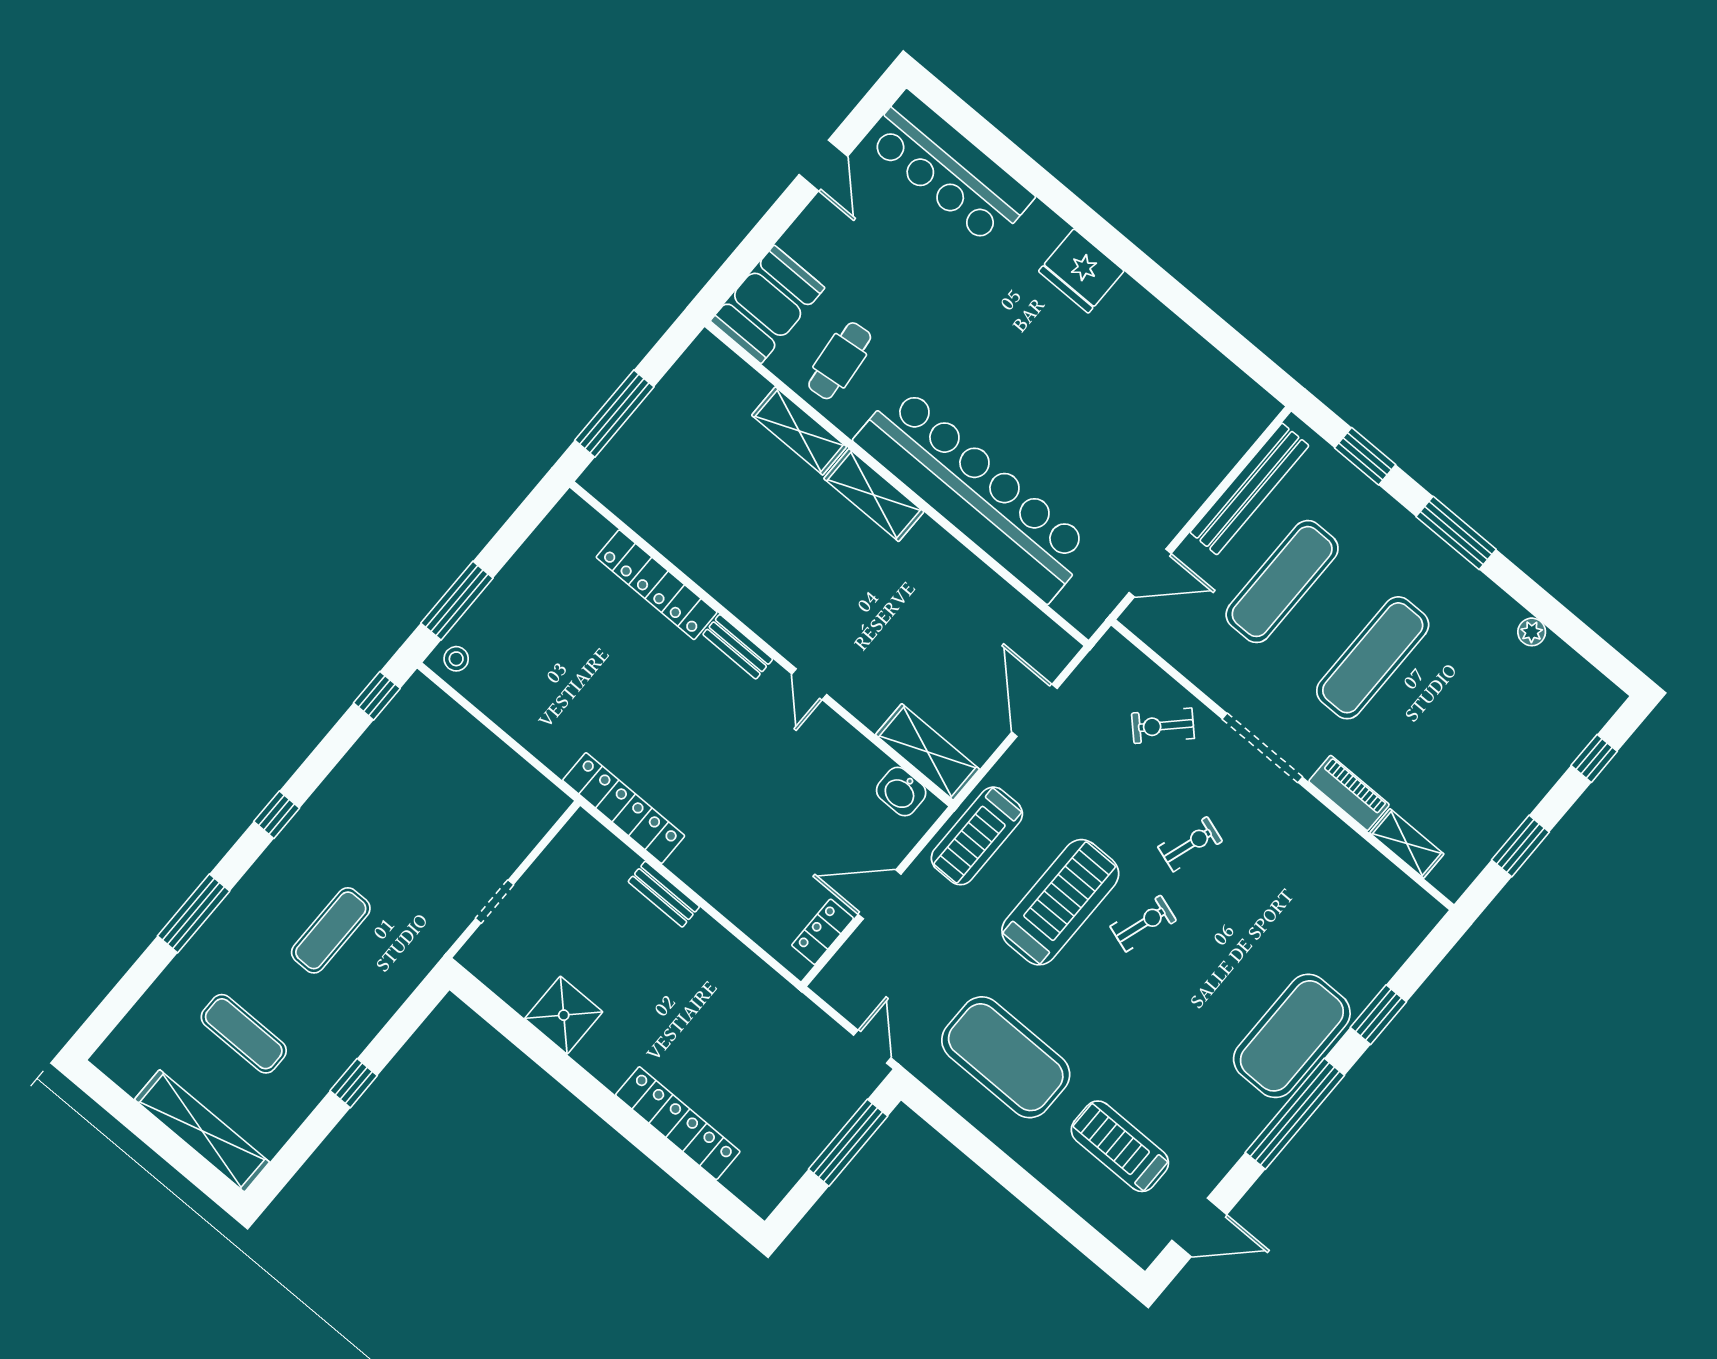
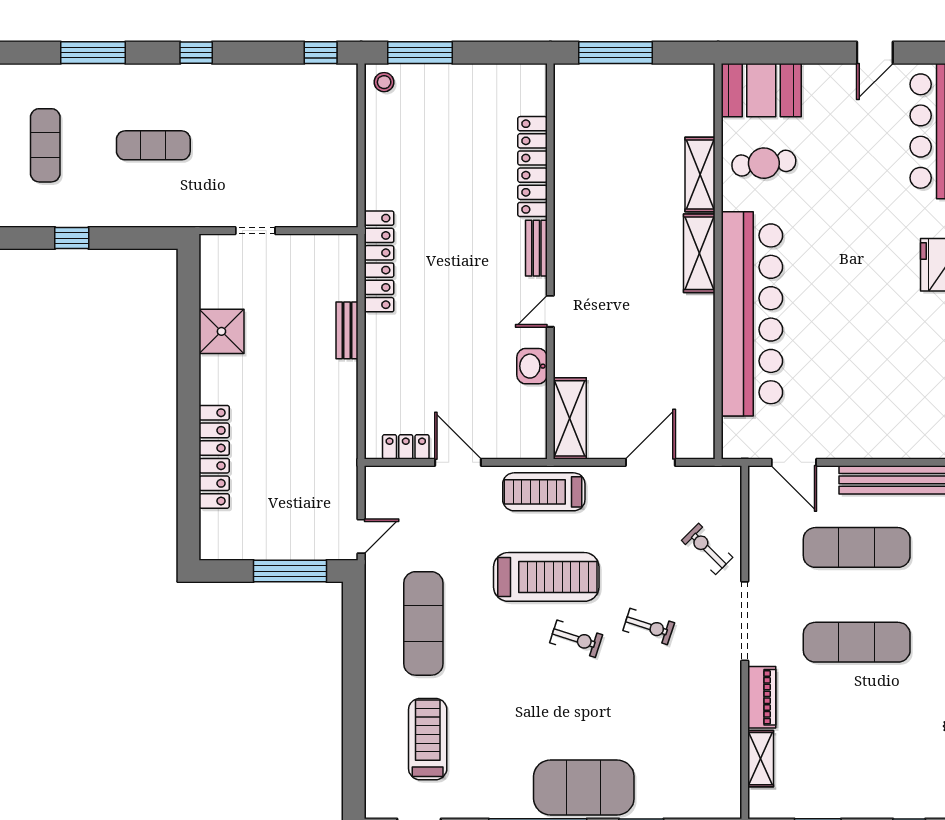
washbasin: (901, 792) -> (532, 366), moved
exercise mat: (1006, 1057) -> (423, 623), width x0.68

